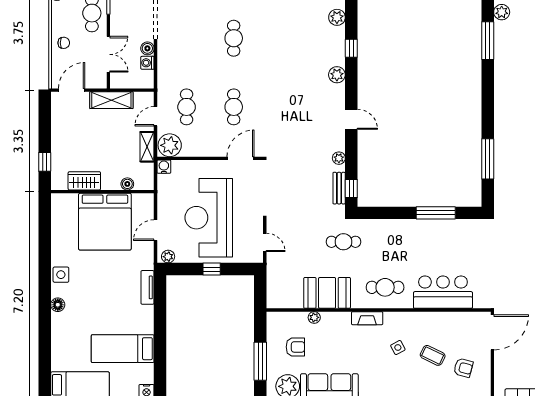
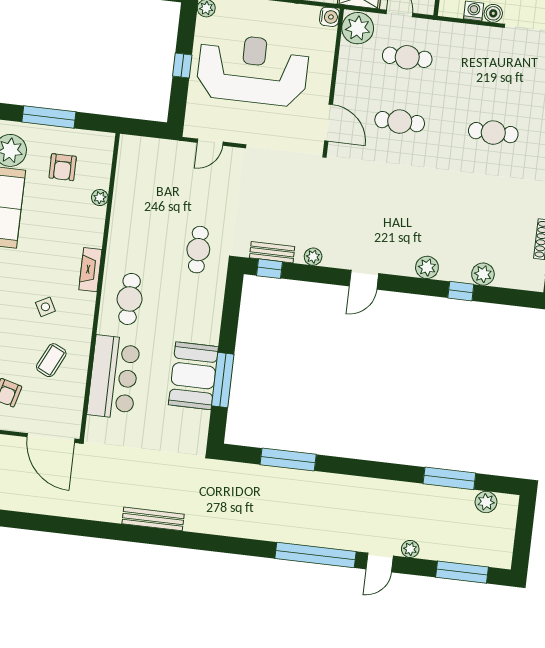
plant: (337, 17) -> (483, 274), moved
booth: (327, 293) -> (193, 376), moved
coffee table: (433, 355) -> (51, 360), moved

